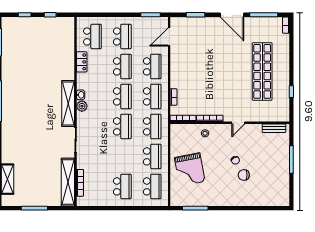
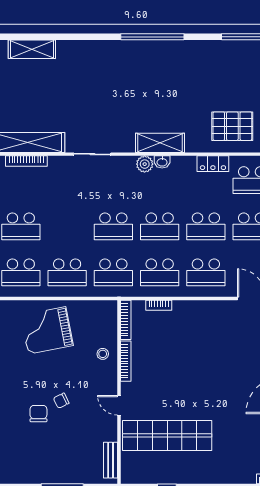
pallet: (57, 49) -> (232, 126), added
shop shelf: (262, 71) -> (167, 435), moved
shelving: (68, 104) -> (160, 143), width x0.68

